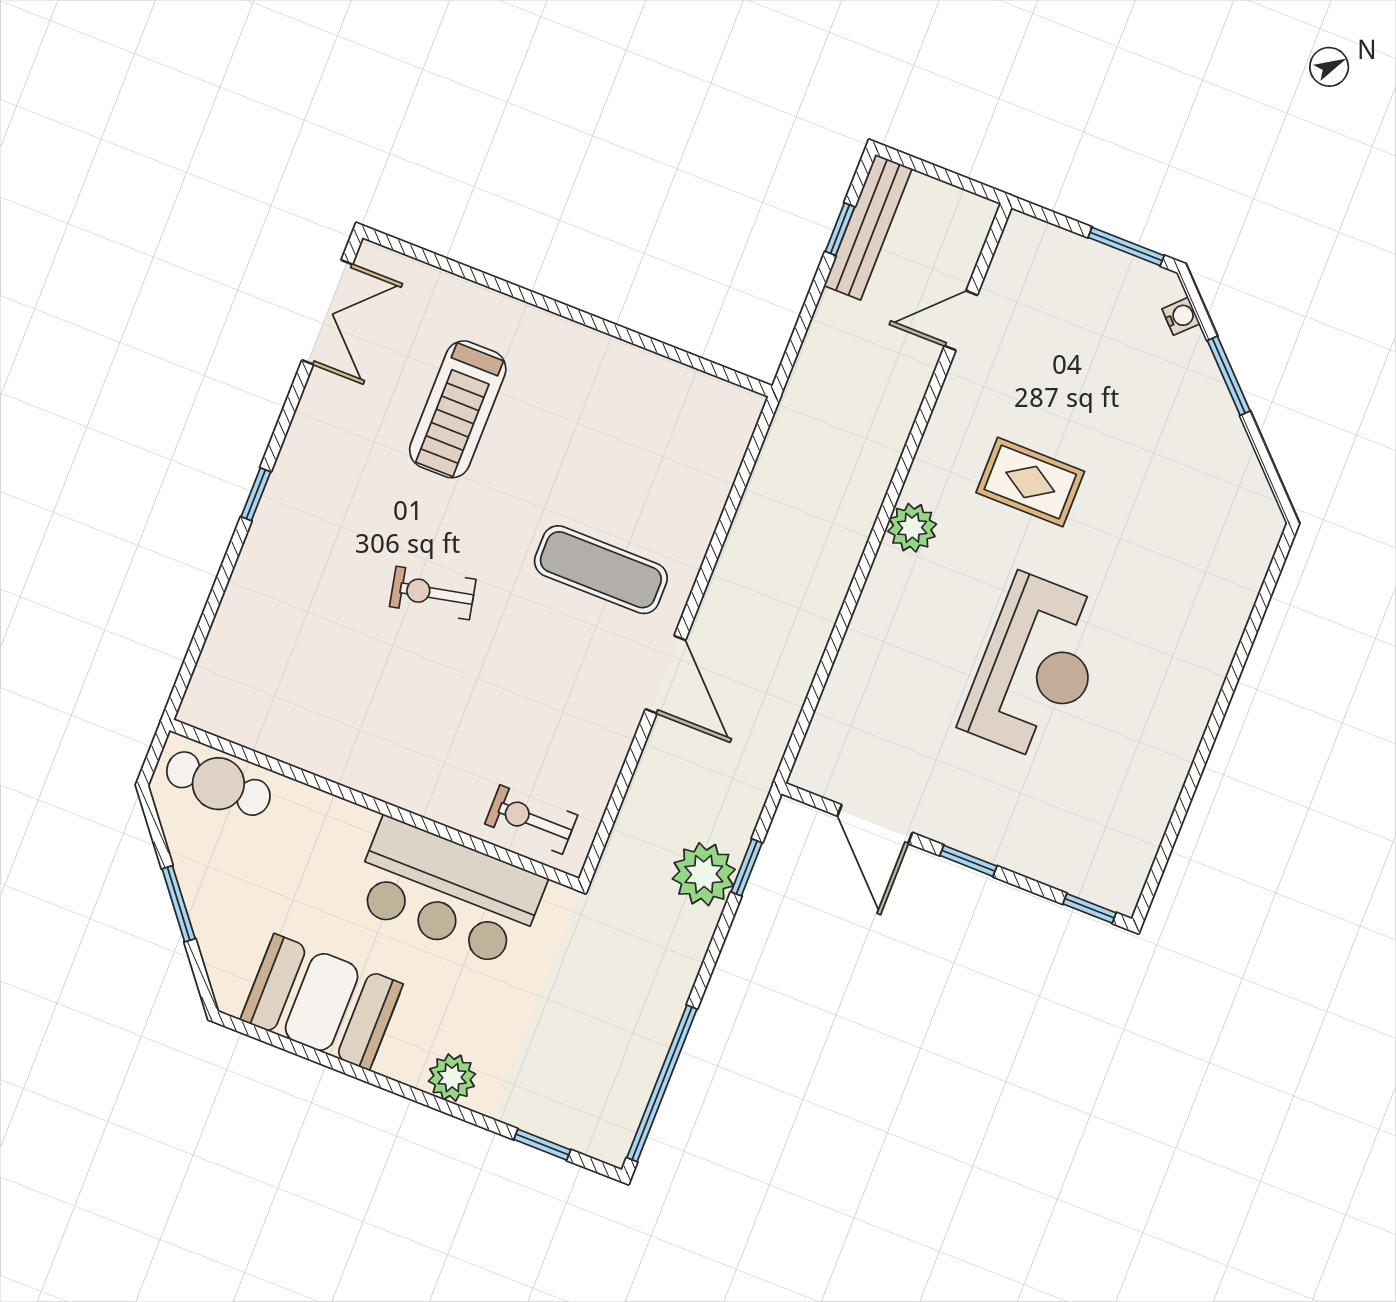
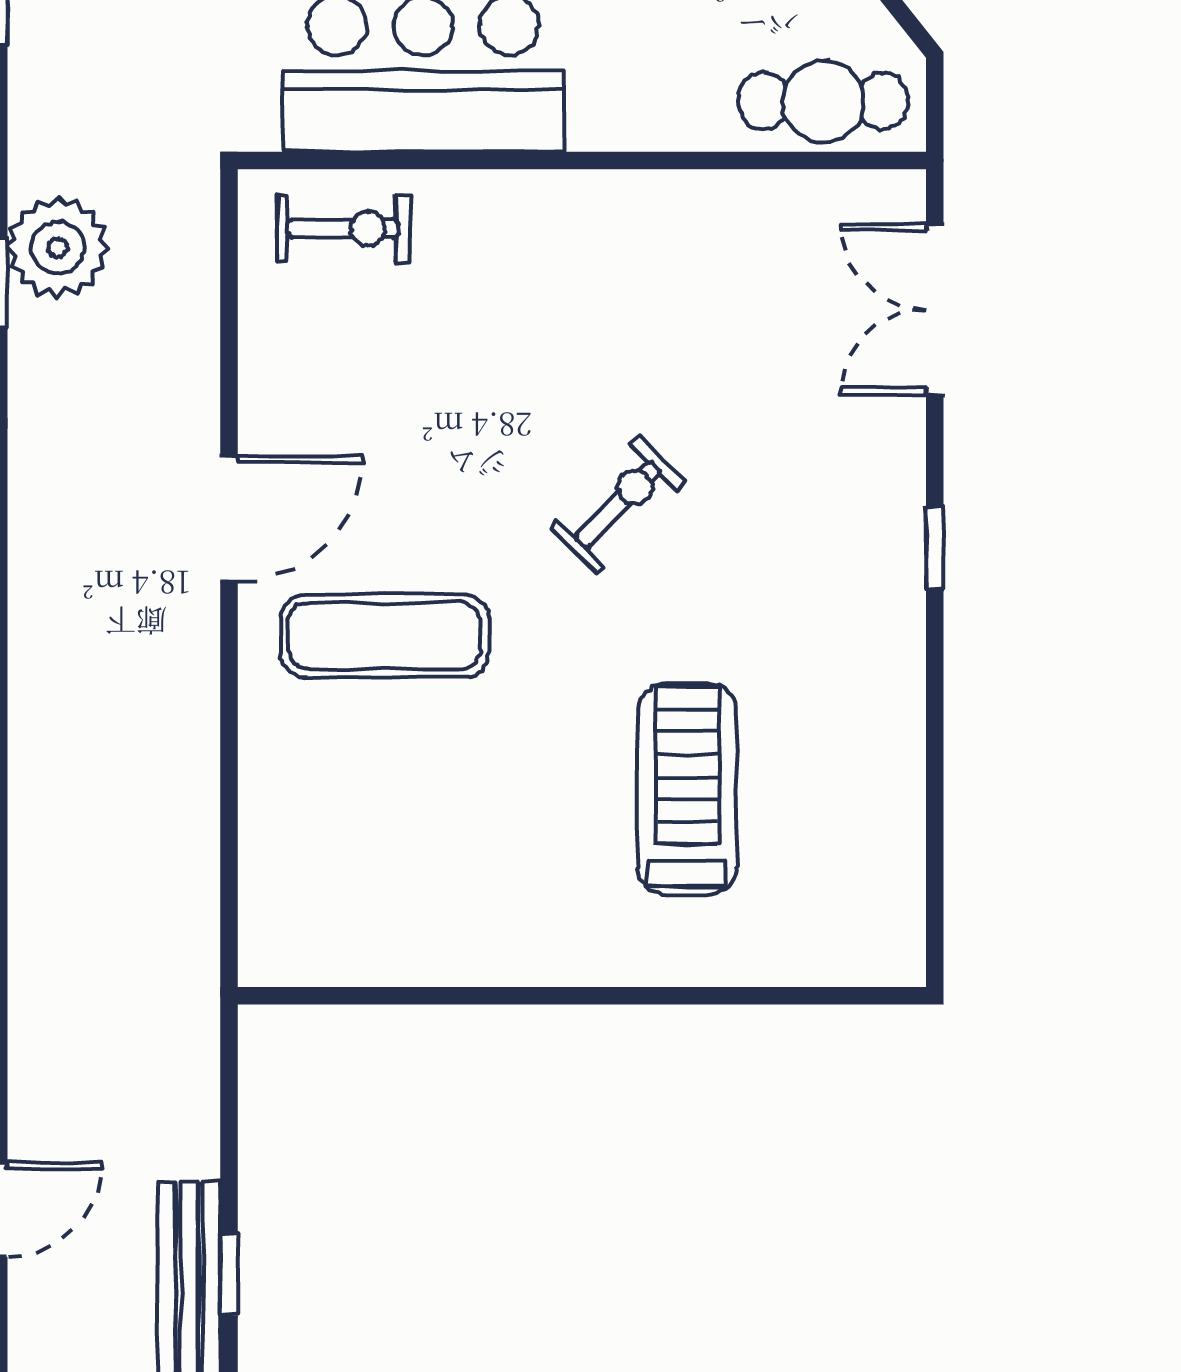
double door: (327, 312) -> (935, 309), moved
exercise bike: (433, 593) -> (618, 505), turned -34
door: (665, 675) -> (229, 519), swing flipped

